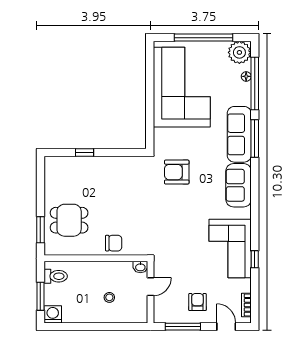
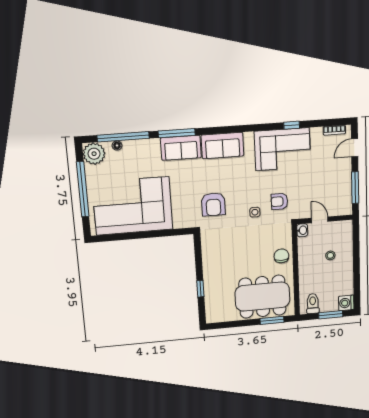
sofa: (239, 134) -> (181, 148), width x0.73
side table: (165, 216) -> (255, 212), added
dining table: (69, 220) -> (262, 297), width x1.88, depth x1.24
armchair: (197, 302) -> (279, 201), moved

